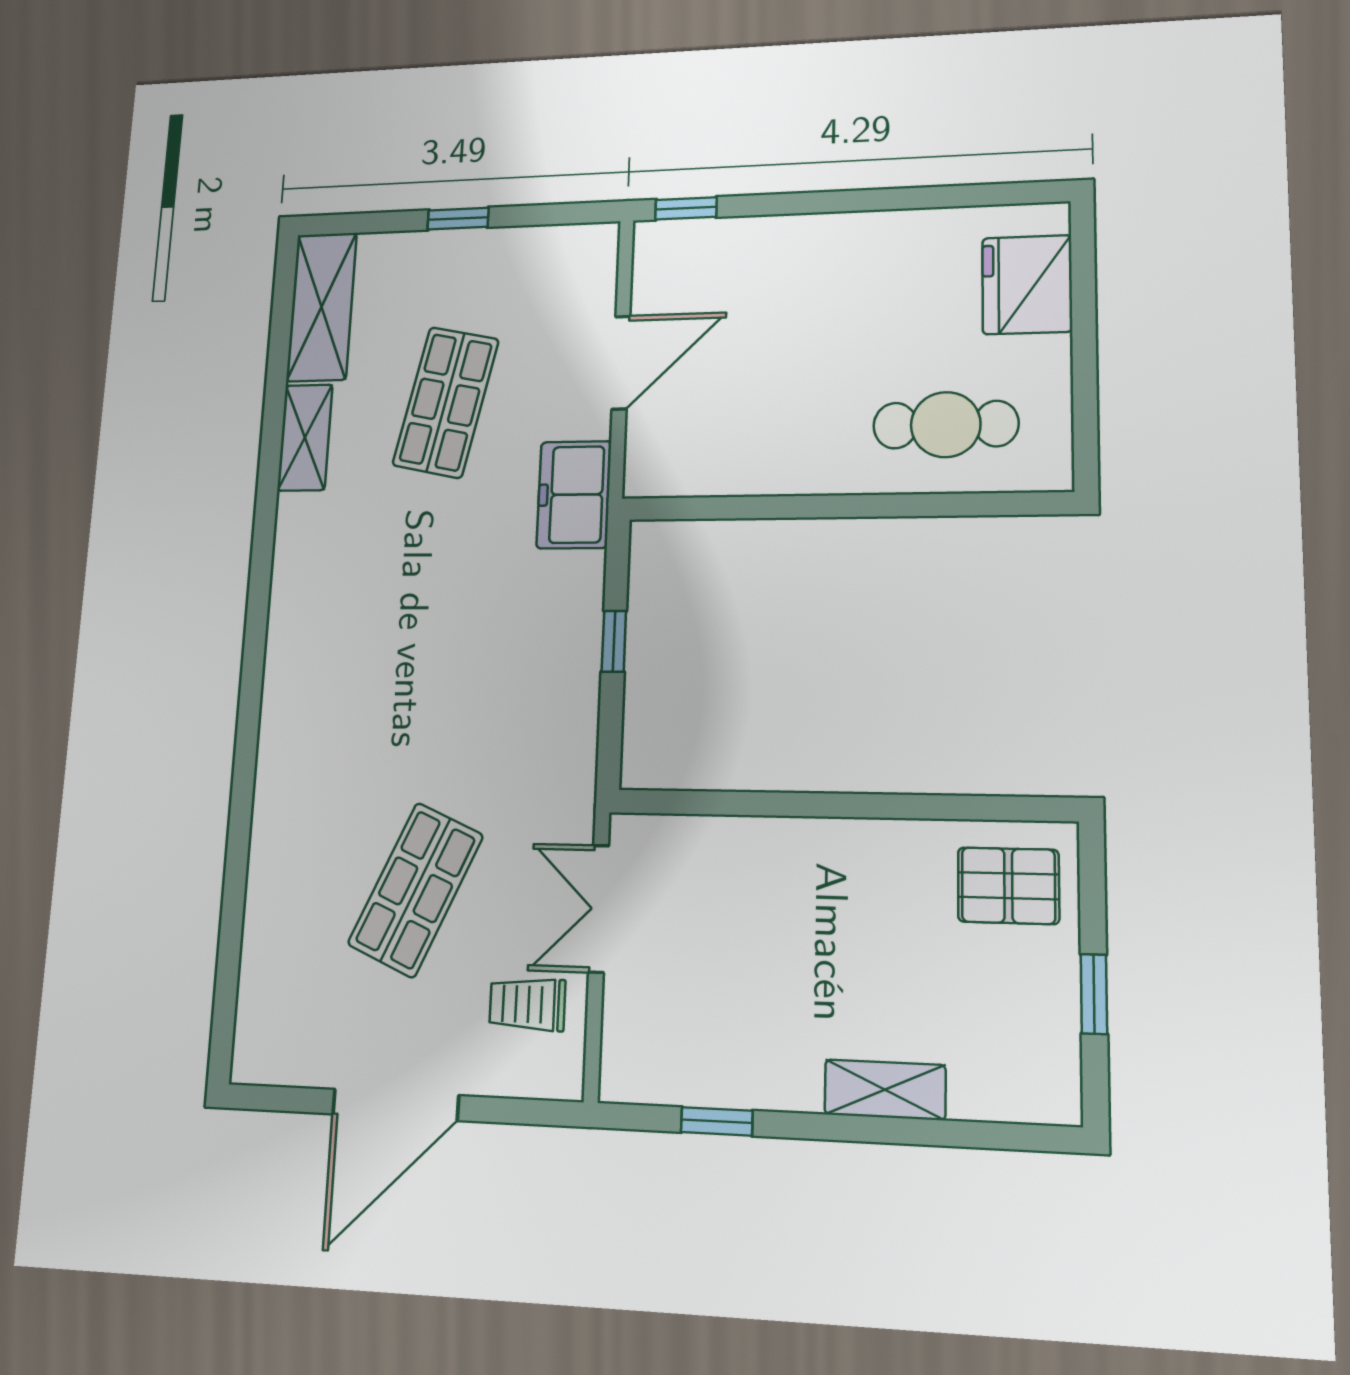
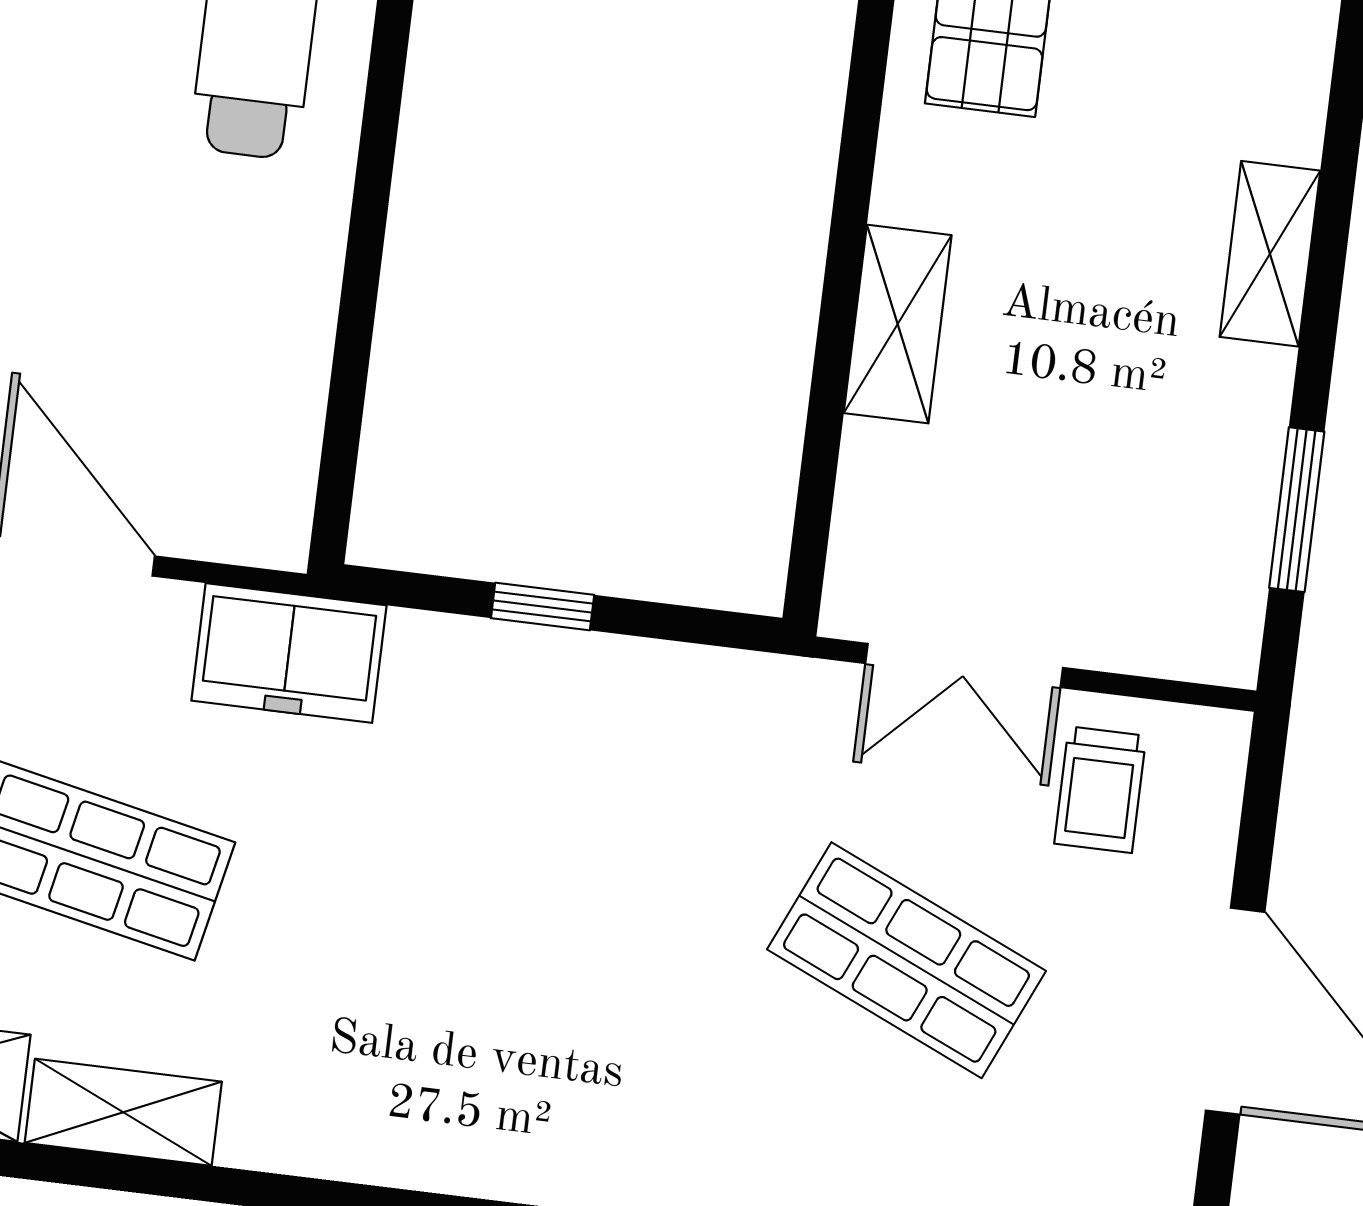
shelving: (812, 844) -> (898, 324), added
window: (717, 1121) -> (1297, 510), width x1.50

